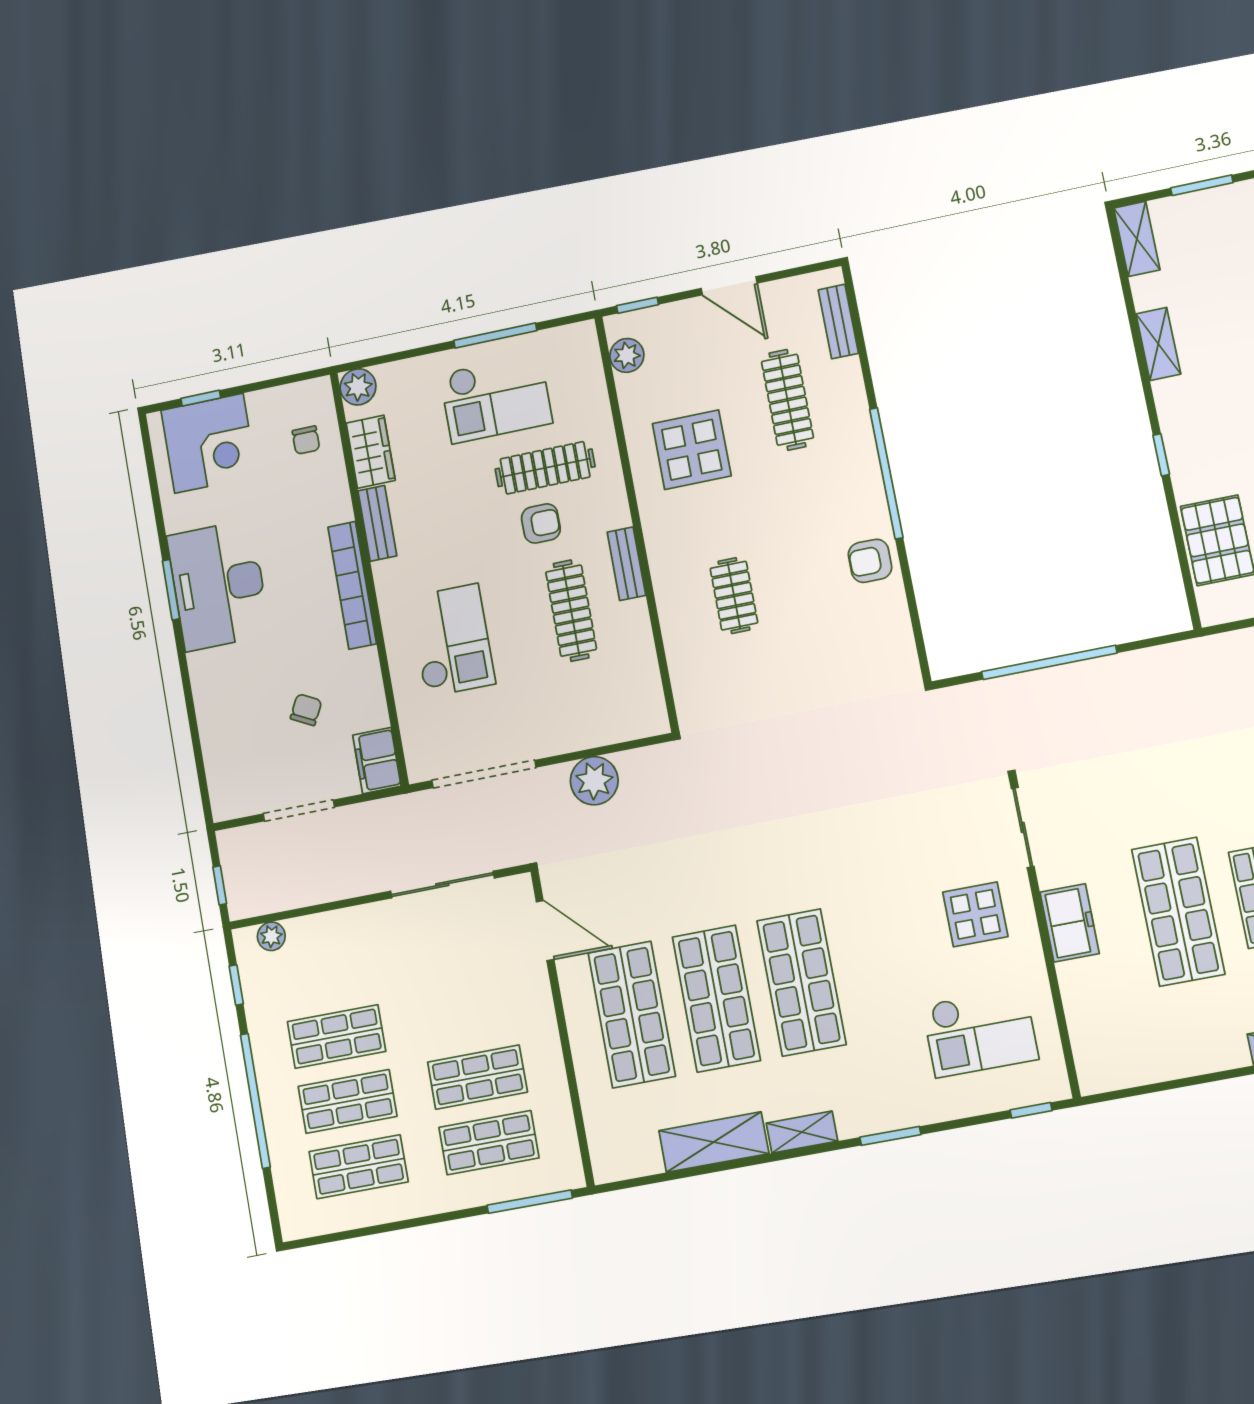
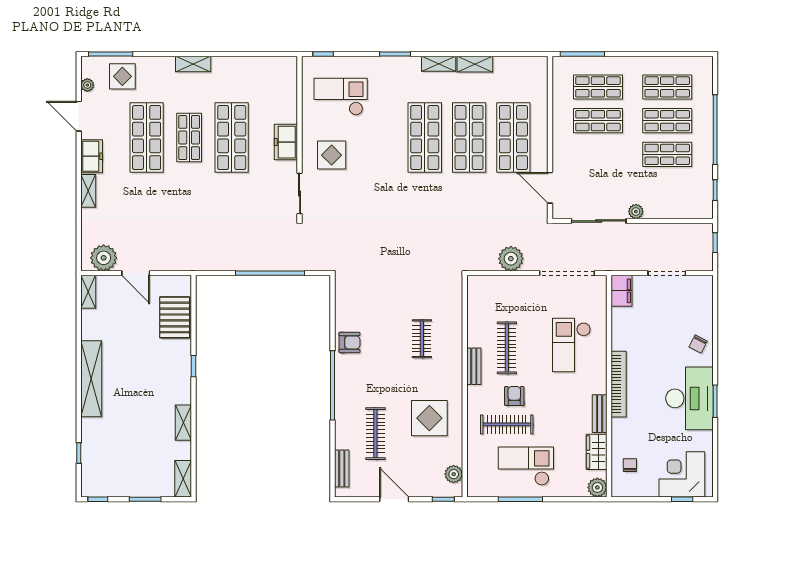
armchair: (541, 523) -> (514, 396), turned 90
chair: (306, 710) -> (698, 344), moved
plant: (271, 936) -> (636, 212), moved
shelving: (714, 1142) -> (475, 64), width x0.67, depth x0.75

